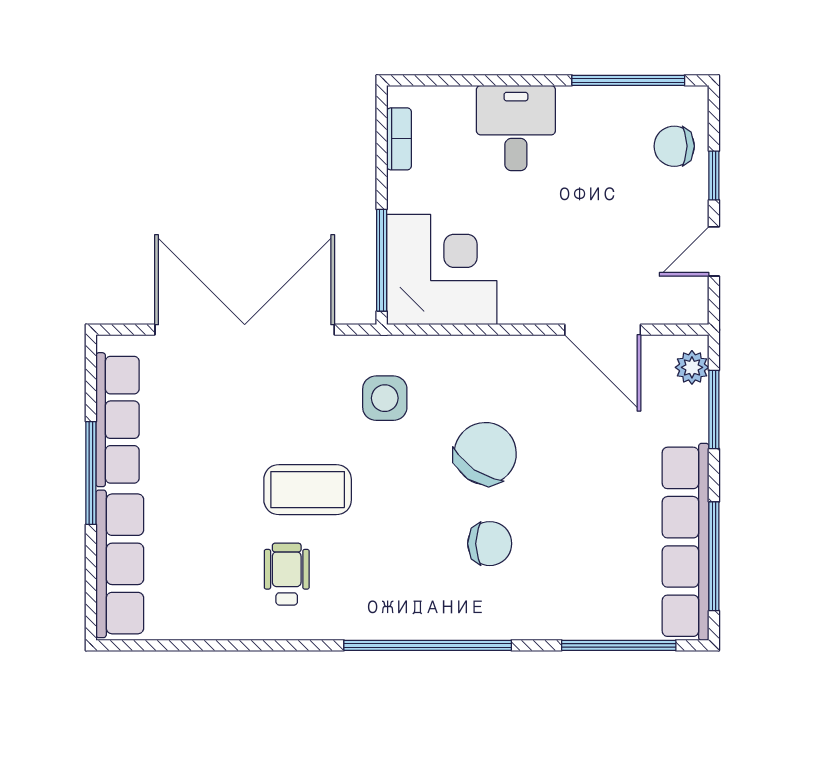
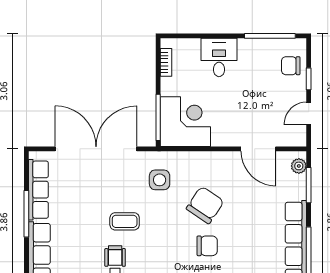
coffee table: (308, 490) -> (125, 221), width x0.73, depth x0.77

